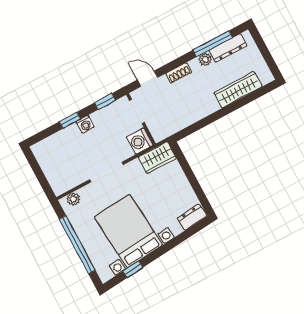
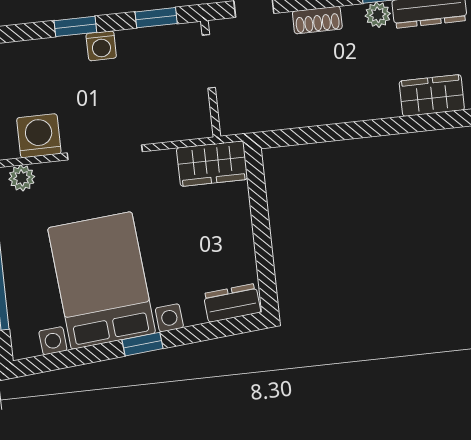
wardrobe: (238, 90) -> (432, 95), width x0.67
washing machine: (140, 141) -> (39, 136), moved, turned 90
window: (133, 269) -> (142, 344), moved

